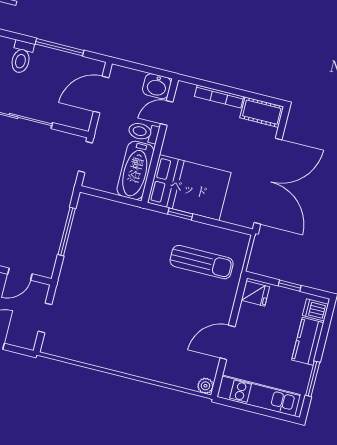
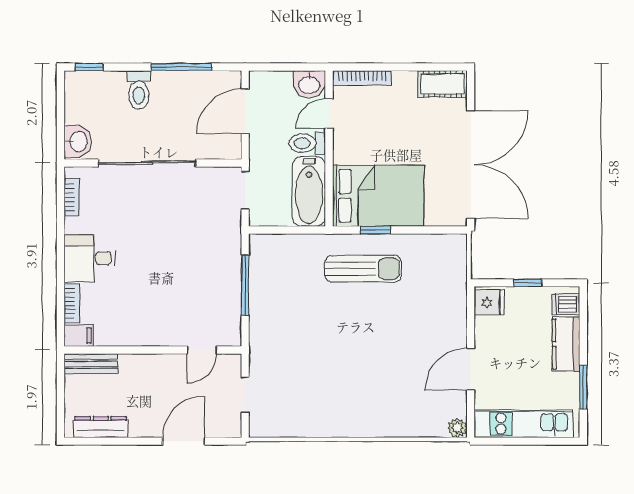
bookcase: (219, 97) -> (362, 78), moved
sun lounger: (202, 262) -> (363, 269), moved

